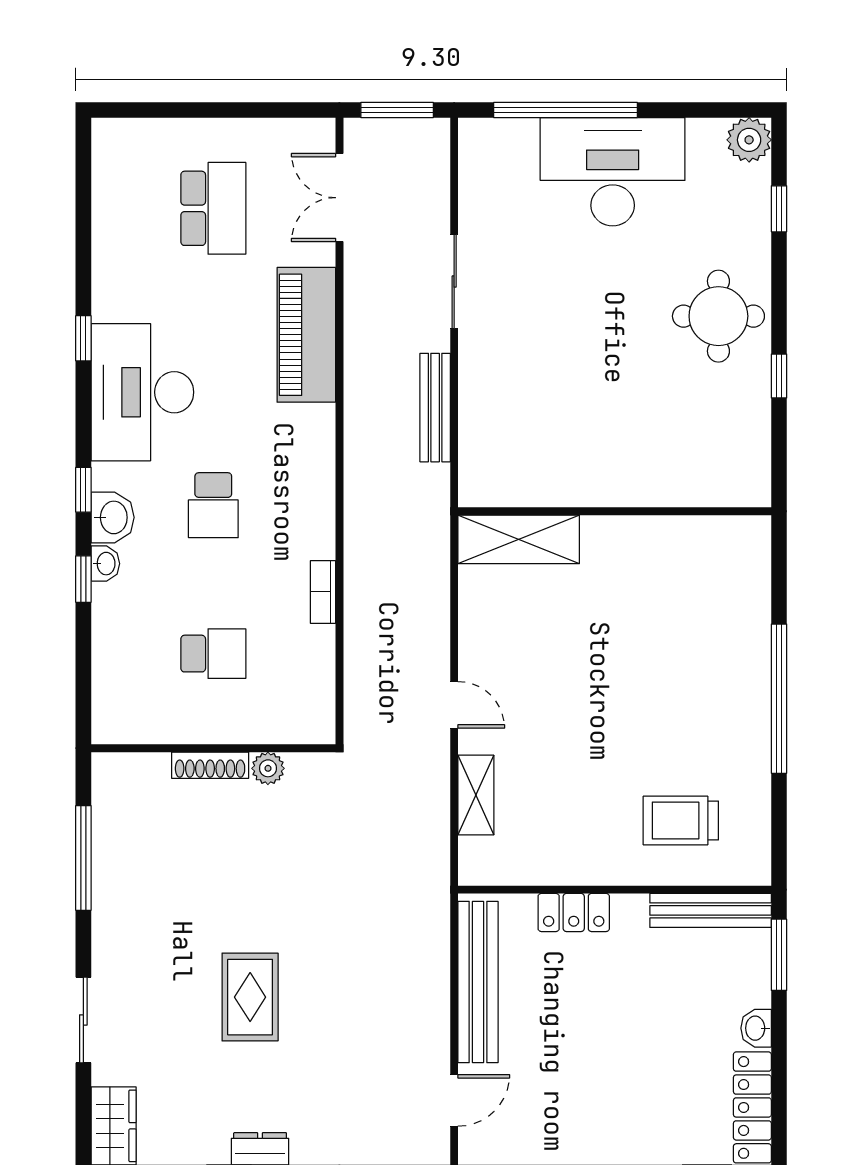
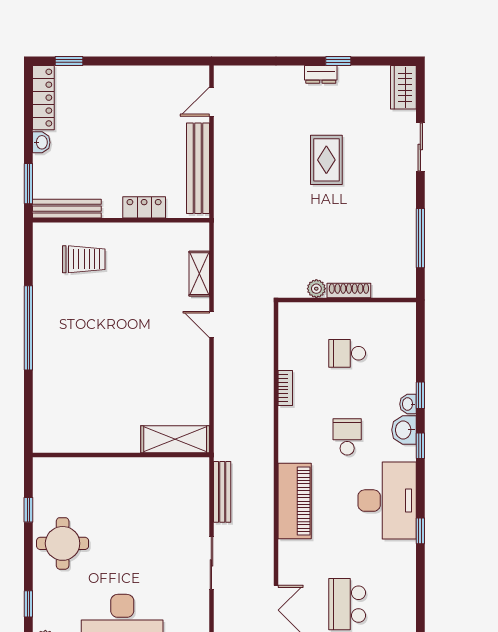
piano: (306, 335) -> (295, 501), moved
wall: (615, 511) -> (121, 455), moved
shelving: (519, 539) -> (175, 439), moved

